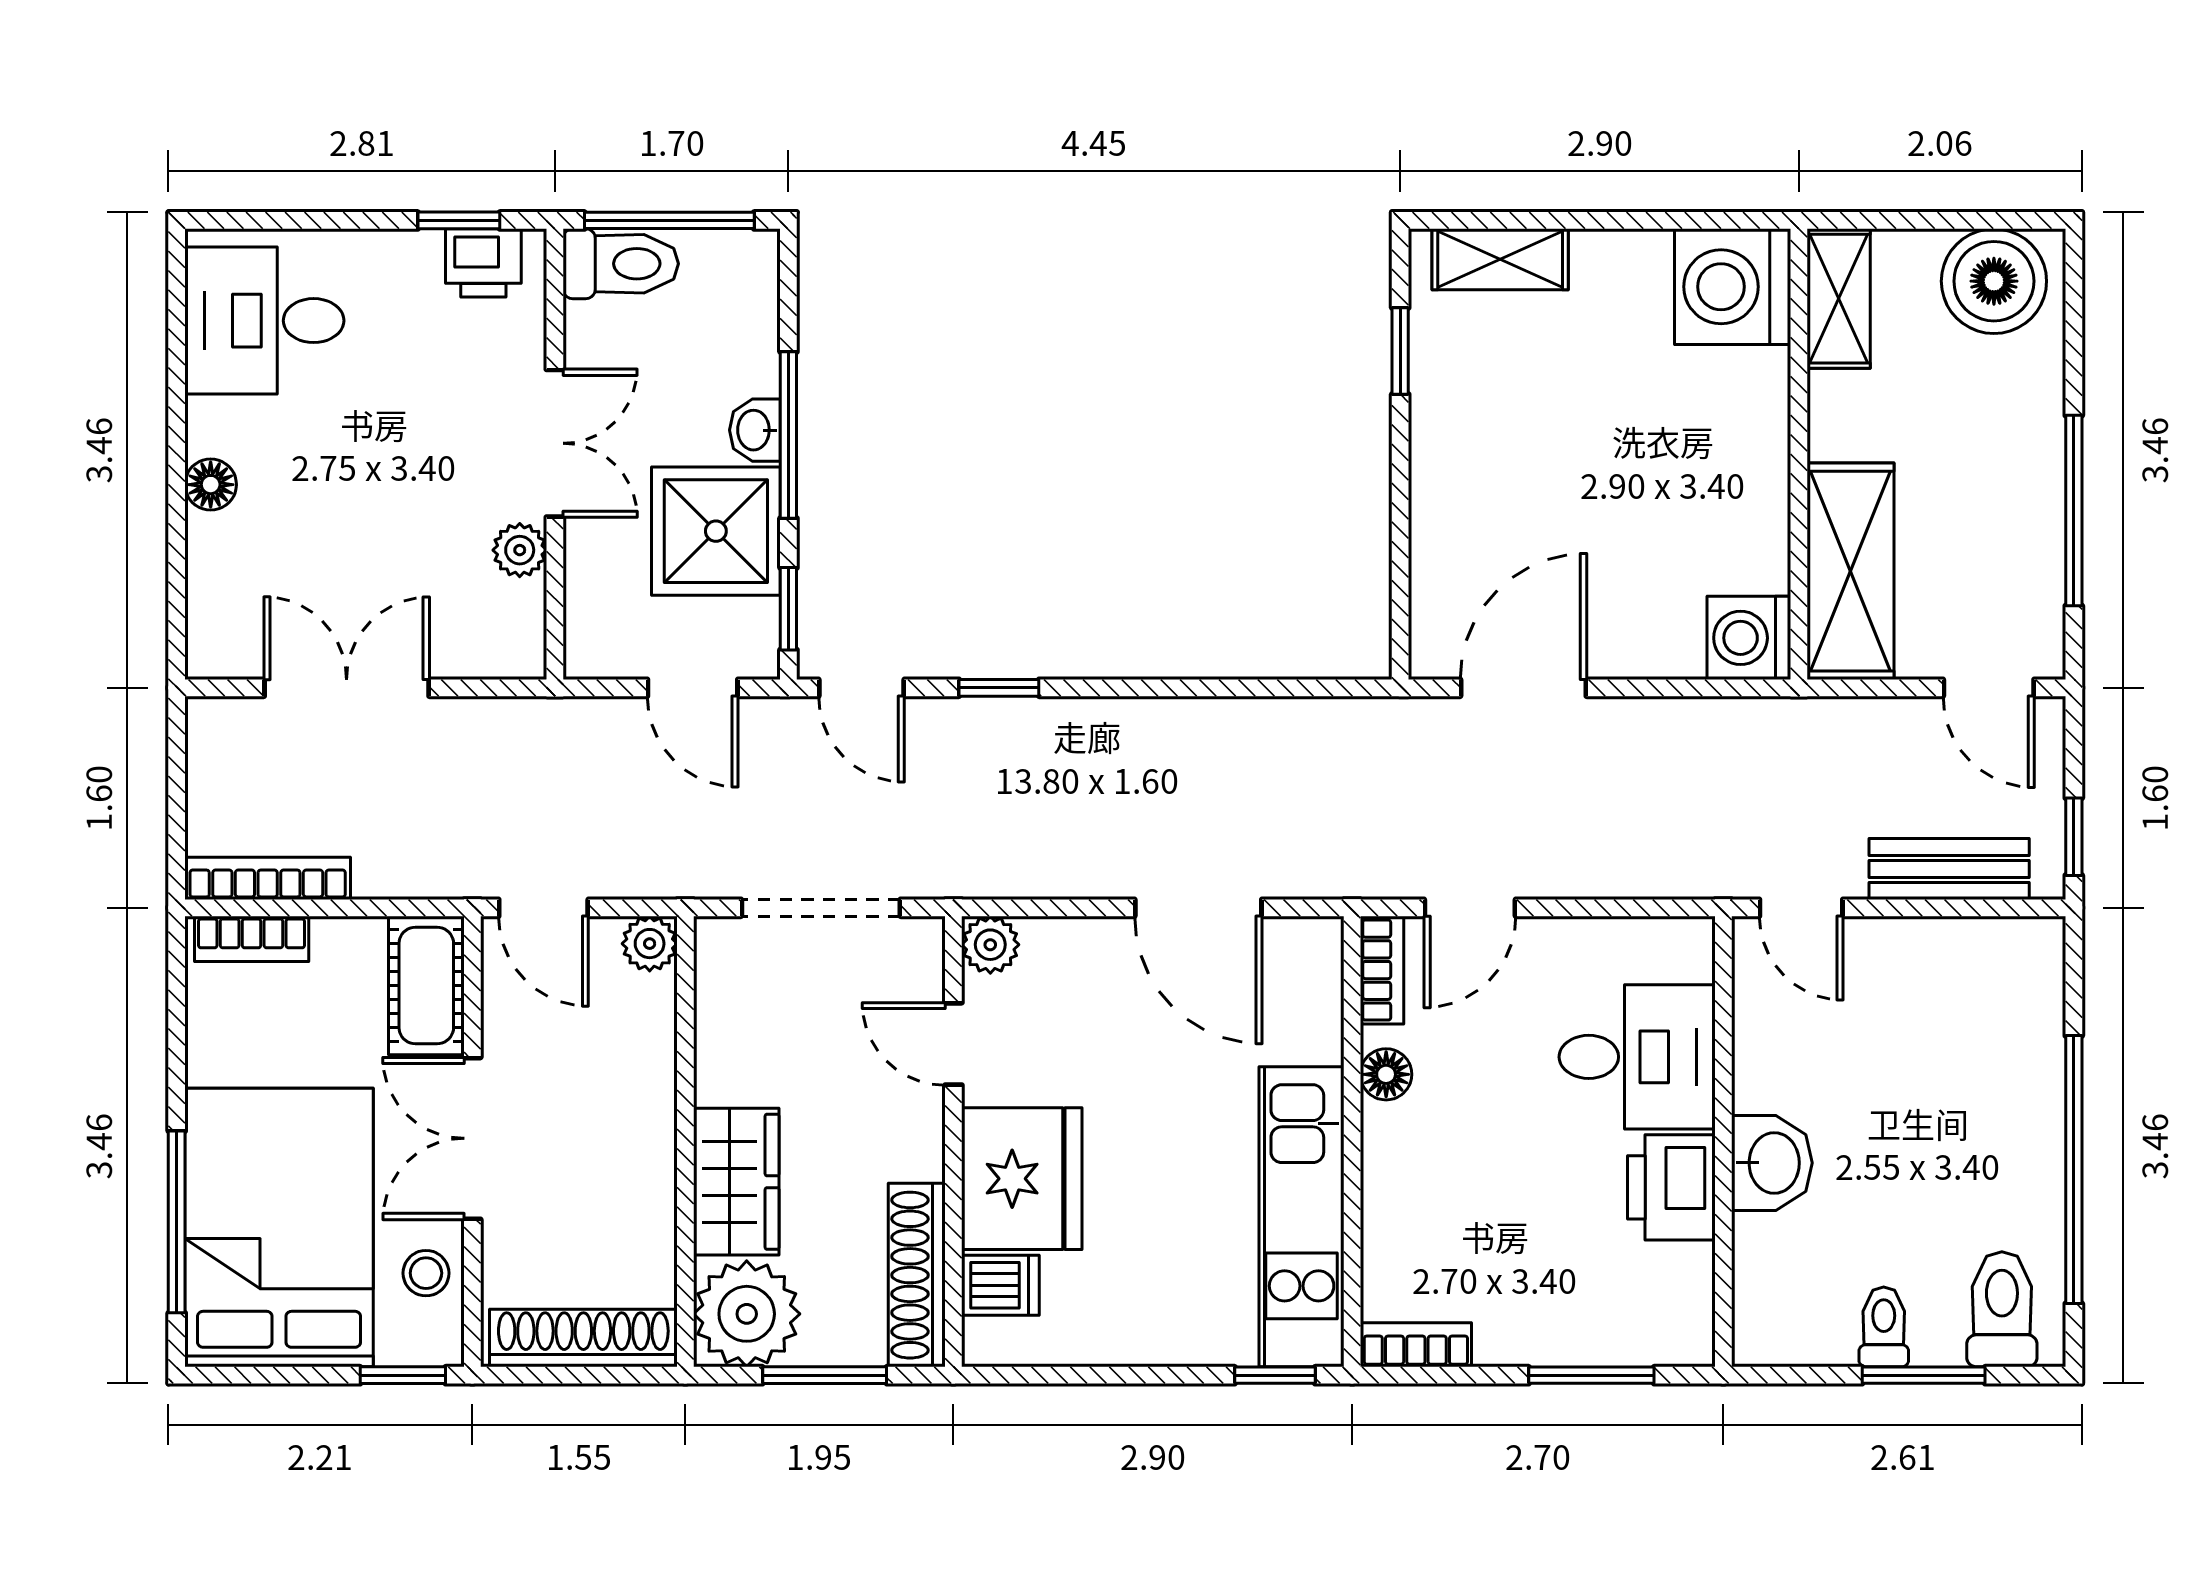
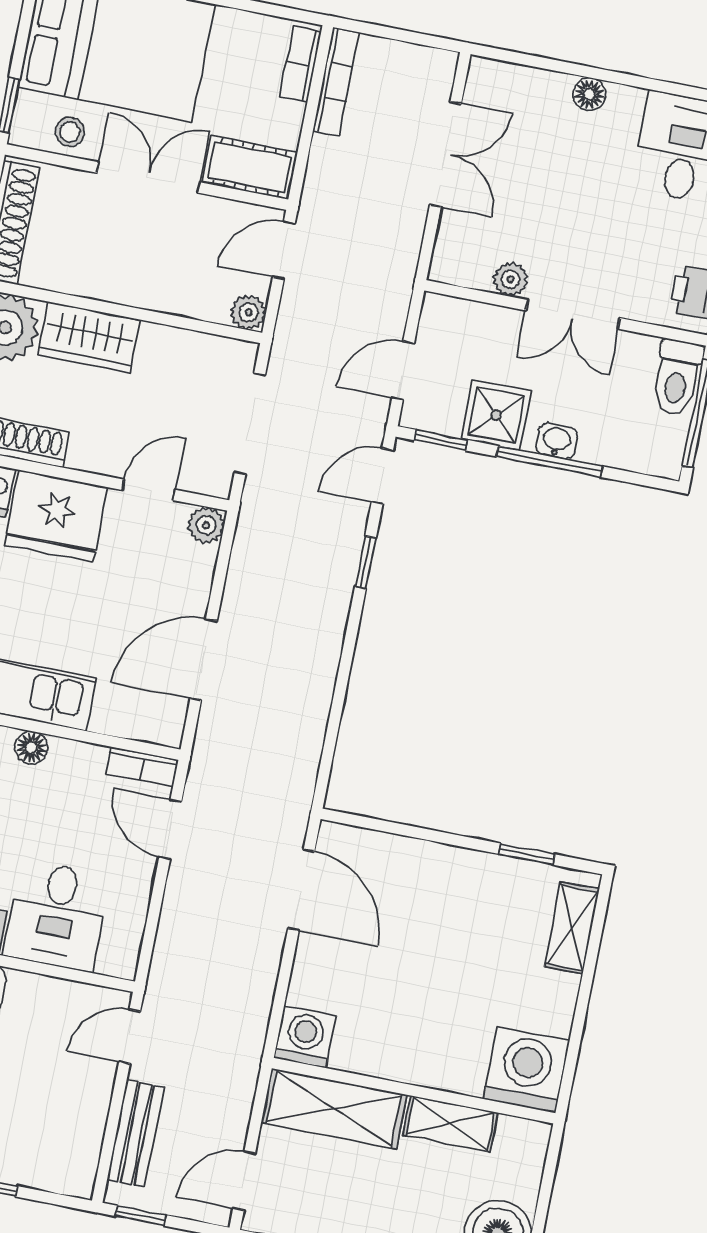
shelving: (1839, 299) -> (450, 1124), moved
shower: (716, 531) -> (496, 415), width x0.73, depth x0.73
floor lamp: (1386, 1074) -> (31, 748), moved

